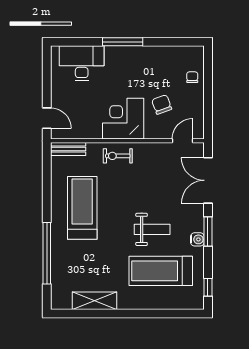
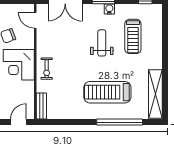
treadmill: (82, 208) -> (107, 92), moved
treadmill: (161, 271) -> (133, 36), width x0.73, depth x0.73
shelving: (95, 301) -> (155, 94), width x1.47

